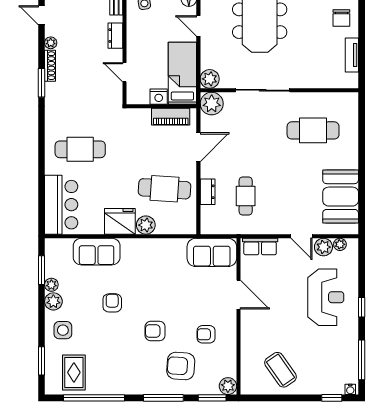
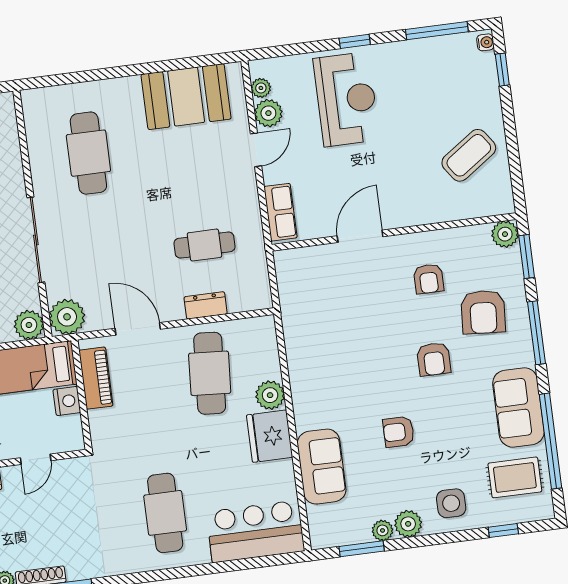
sofa: (212, 252) -> (518, 407), moved, turned 180
reception desk: (326, 297) -> (346, 99), turned 90
window: (41, 361) -> (503, 530), width x0.67

